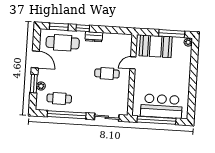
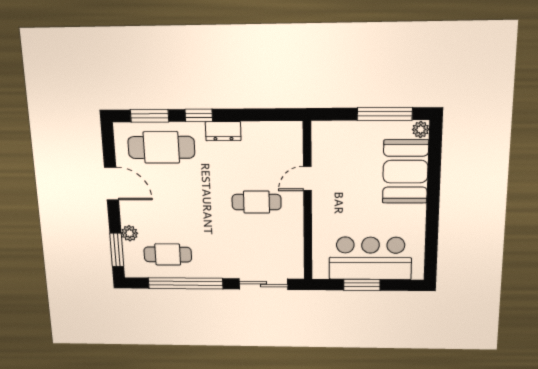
booth: (156, 46) -> (405, 172), moved, turned 90
window: (34, 84) -> (117, 250), moved
window: (157, 120) -> (362, 285), width x0.47

